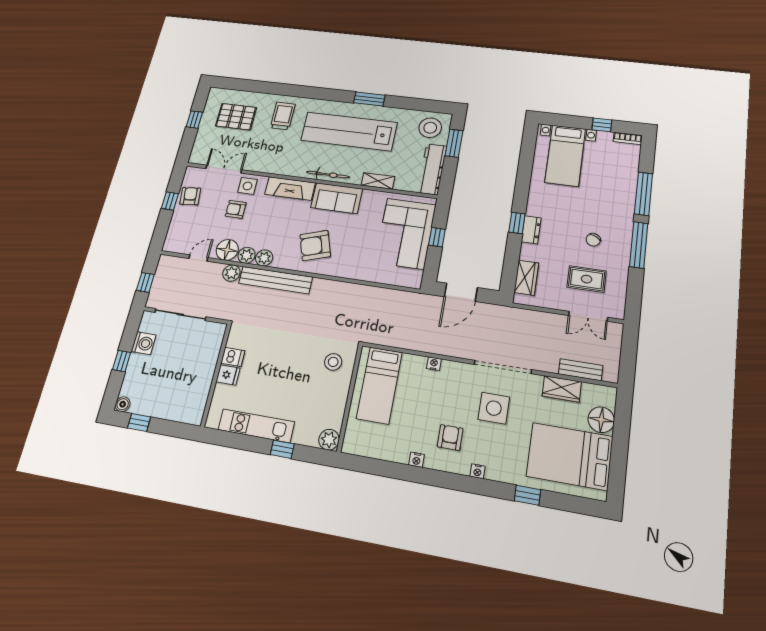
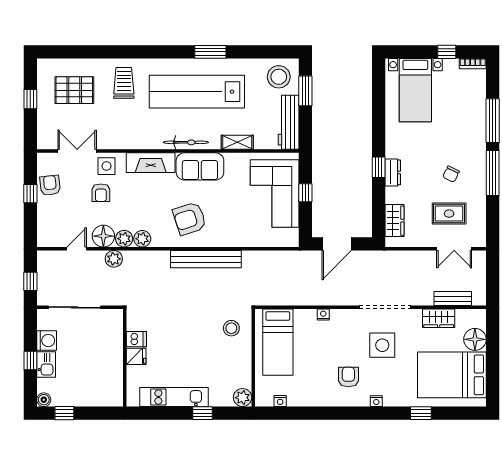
armchair: (236, 209) -> (101, 193), turned -90
bench: (276, 280) -> (206, 259), moved
kitchen sink: (136, 368) -> (46, 364), added
nightstand: (417, 460) -> (280, 401), moved

